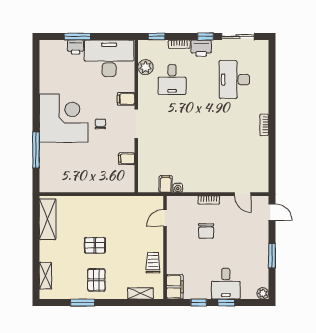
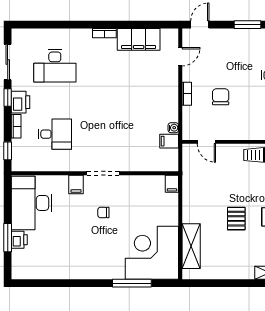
plant: (146, 67) -> (41, 163), removed
corner desk: (64, 118) -> (152, 253), moved
filing cabinet: (259, 156) -> (139, 39), added
filing cabinet: (127, 159) -> (172, 184), moved
shelving: (48, 219) -> (191, 246), moved, turned 90
chair: (206, 231) -> (221, 97), turned -90

